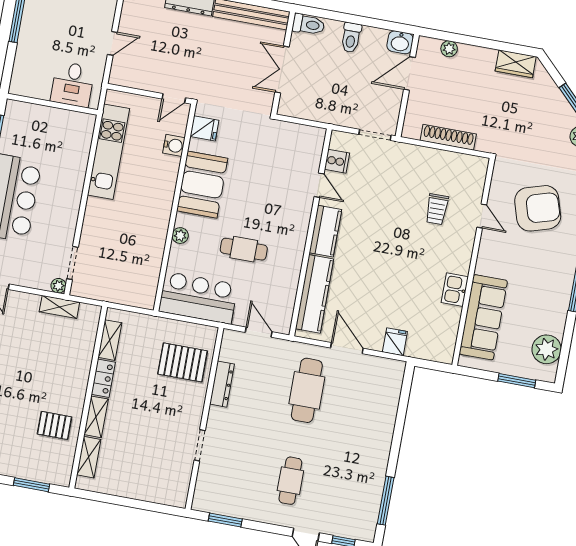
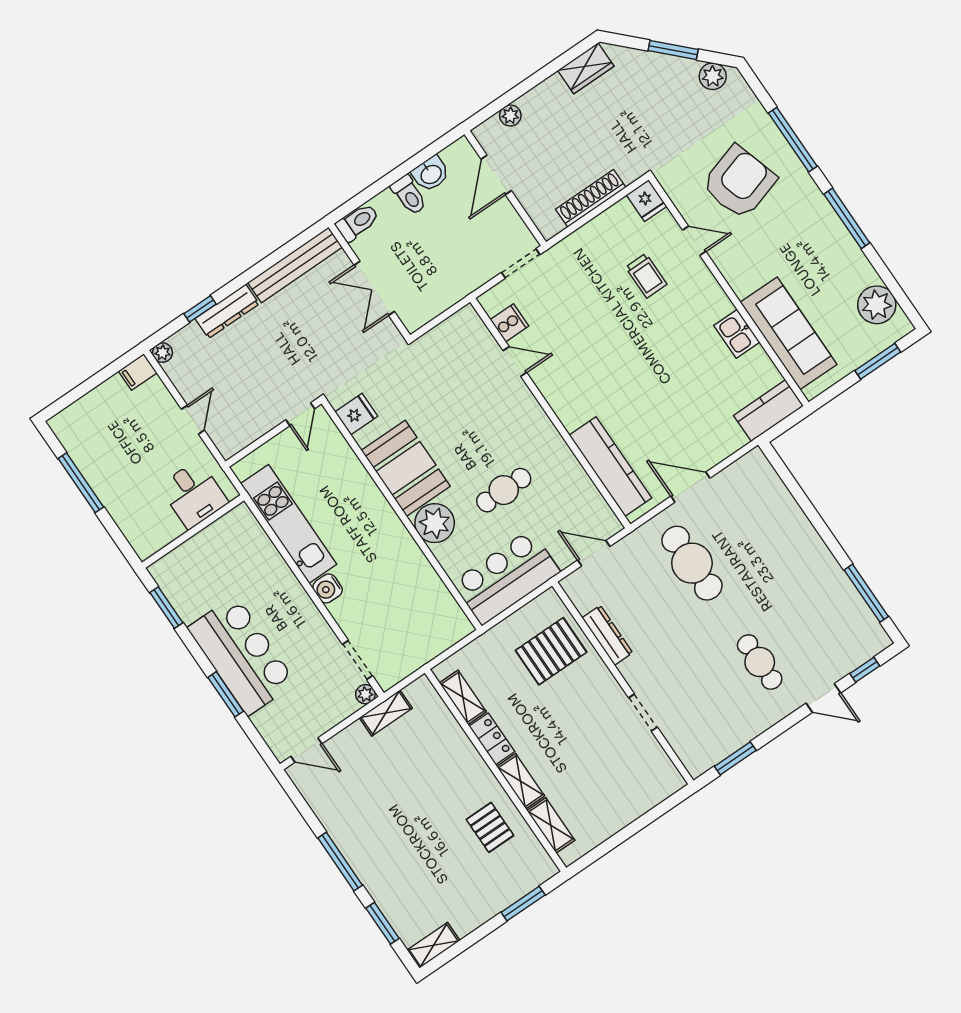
washbasin: (400, 42) -> (431, 174), moved
water cooler: (174, 145) -> (328, 588), moved, turned 180
kitchen counter: (325, 231) -> (768, 411), moved, turned -90
plant: (180, 236) -> (435, 523), width x1.88, depth x1.88
fridge: (395, 342) -> (646, 201), moved, turned 180
pallet: (54, 425) -> (490, 827), turned 90

